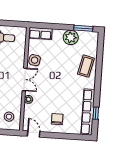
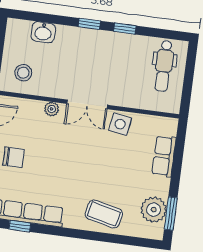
row of seats: (40, 33) -> (164, 156), moved
plant: (71, 37) -> (154, 210), moved

